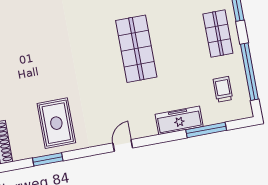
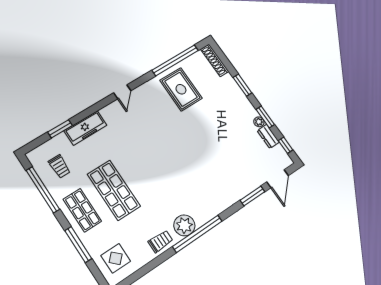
shop shelf: (136, 49) -> (114, 190), moved
window: (206, 130) -> (60, 129), width x0.69
window: (48, 159) -> (175, 60), width x2.11

